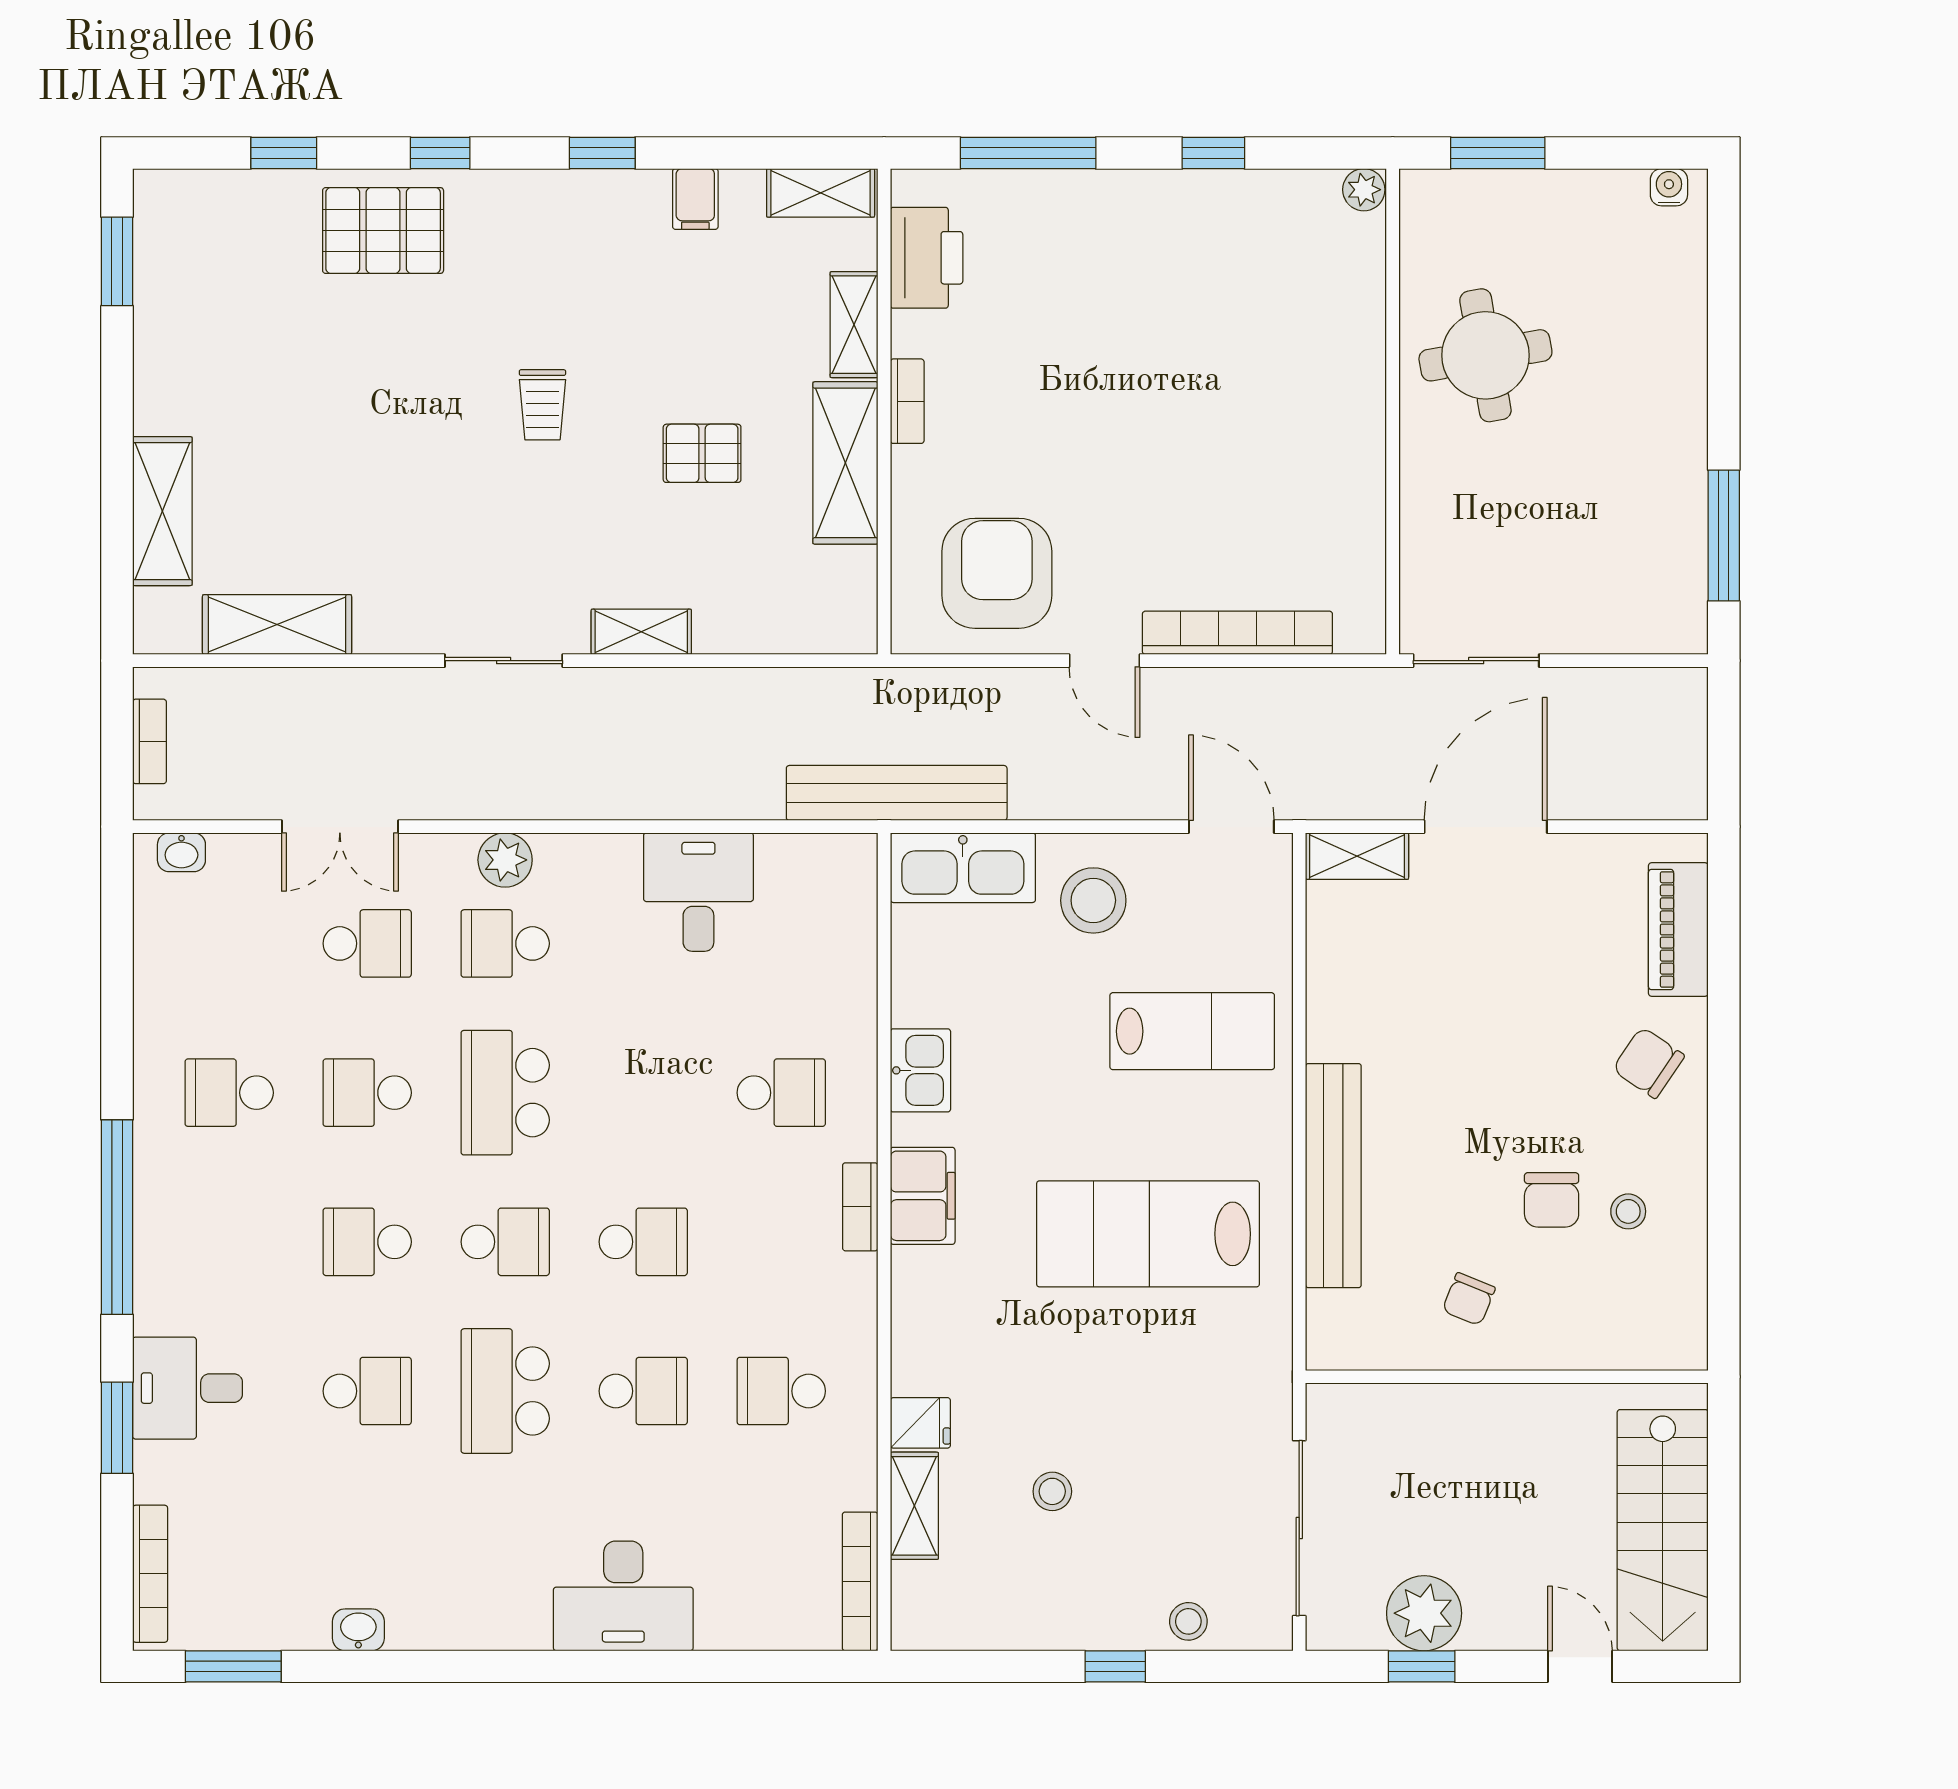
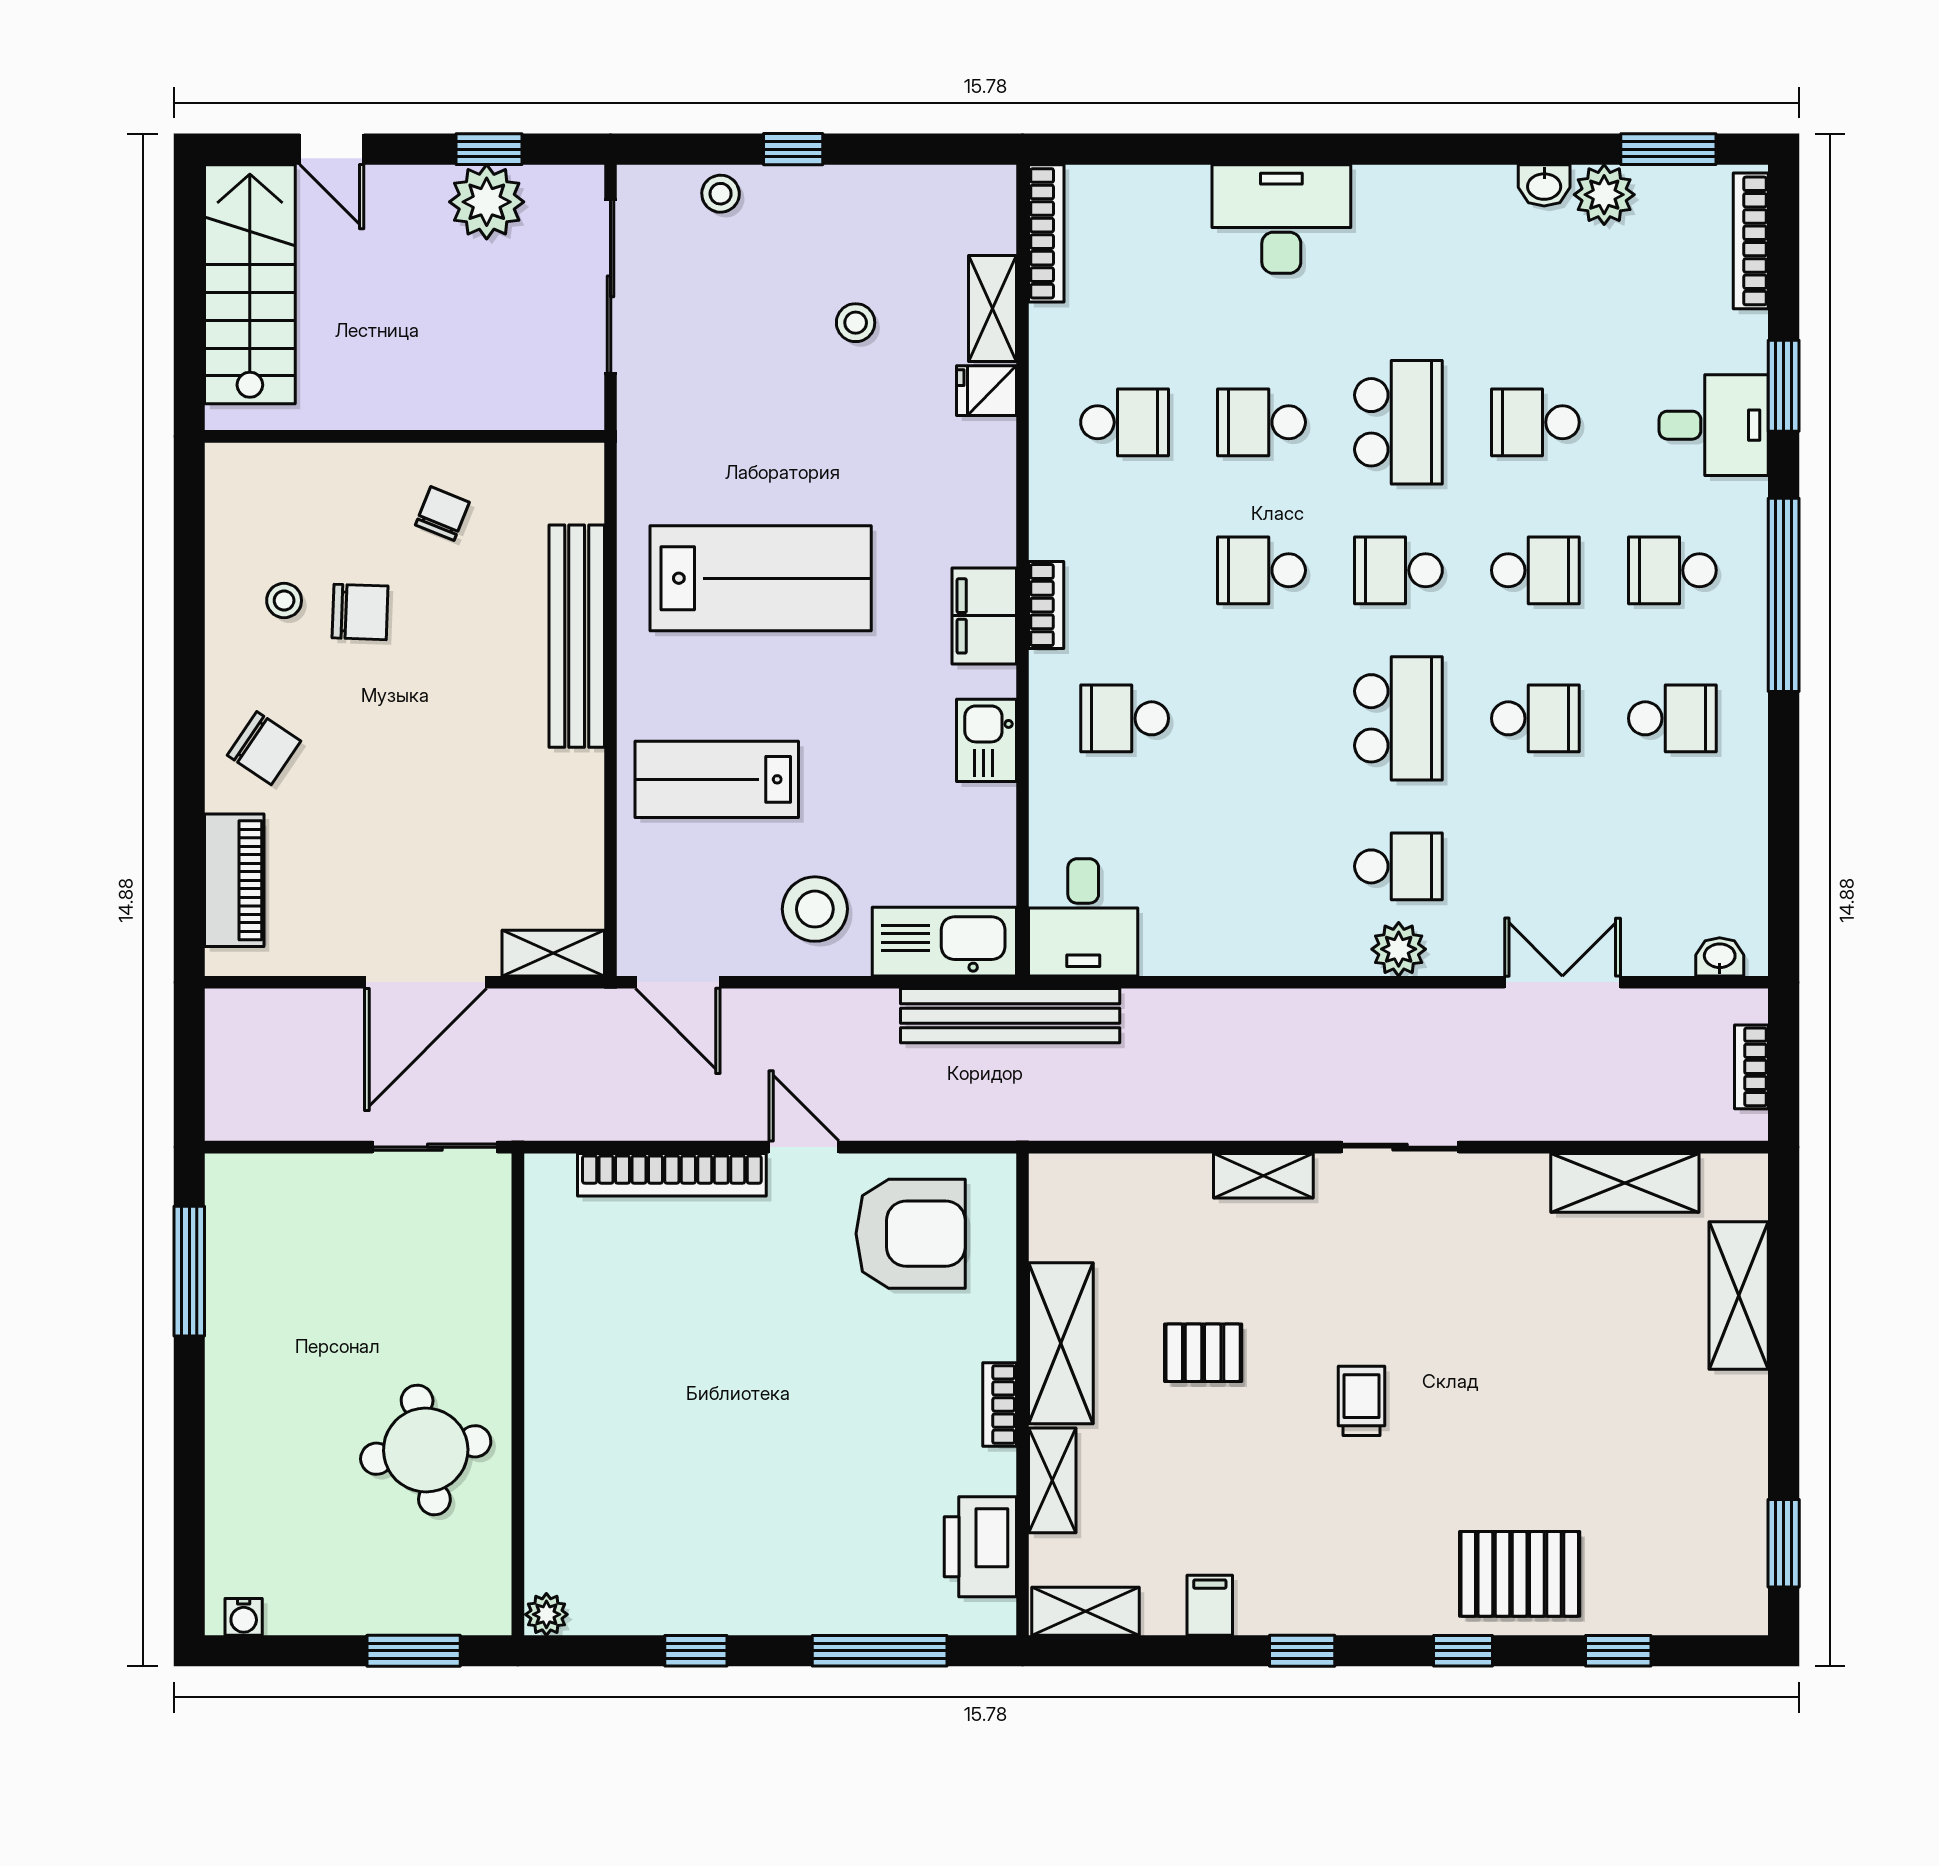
armchair: (997, 573) -> (911, 1234), turned -90
desk: (698, 892) -> (1083, 917), moved
school desk: (367, 943) -> (1672, 570), moved
chair: (1552, 1200) -> (360, 612), turned 92
plant: (298, 1620) -> (1604, 195), added

